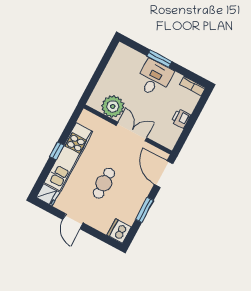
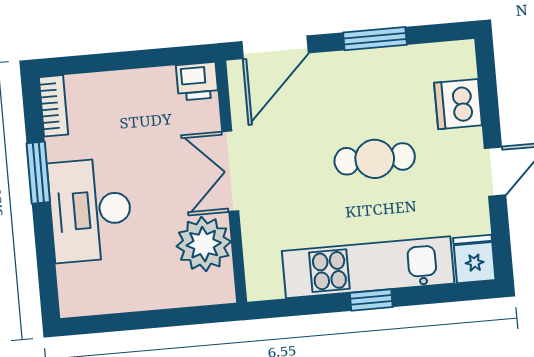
window: (159, 59) -> (38, 173), moved
desk: (154, 78) -> (90, 210), width x1.37
printer: (181, 118) -> (197, 81), moved
dishwasher: (119, 231) -> (458, 104), moved, turned 90

